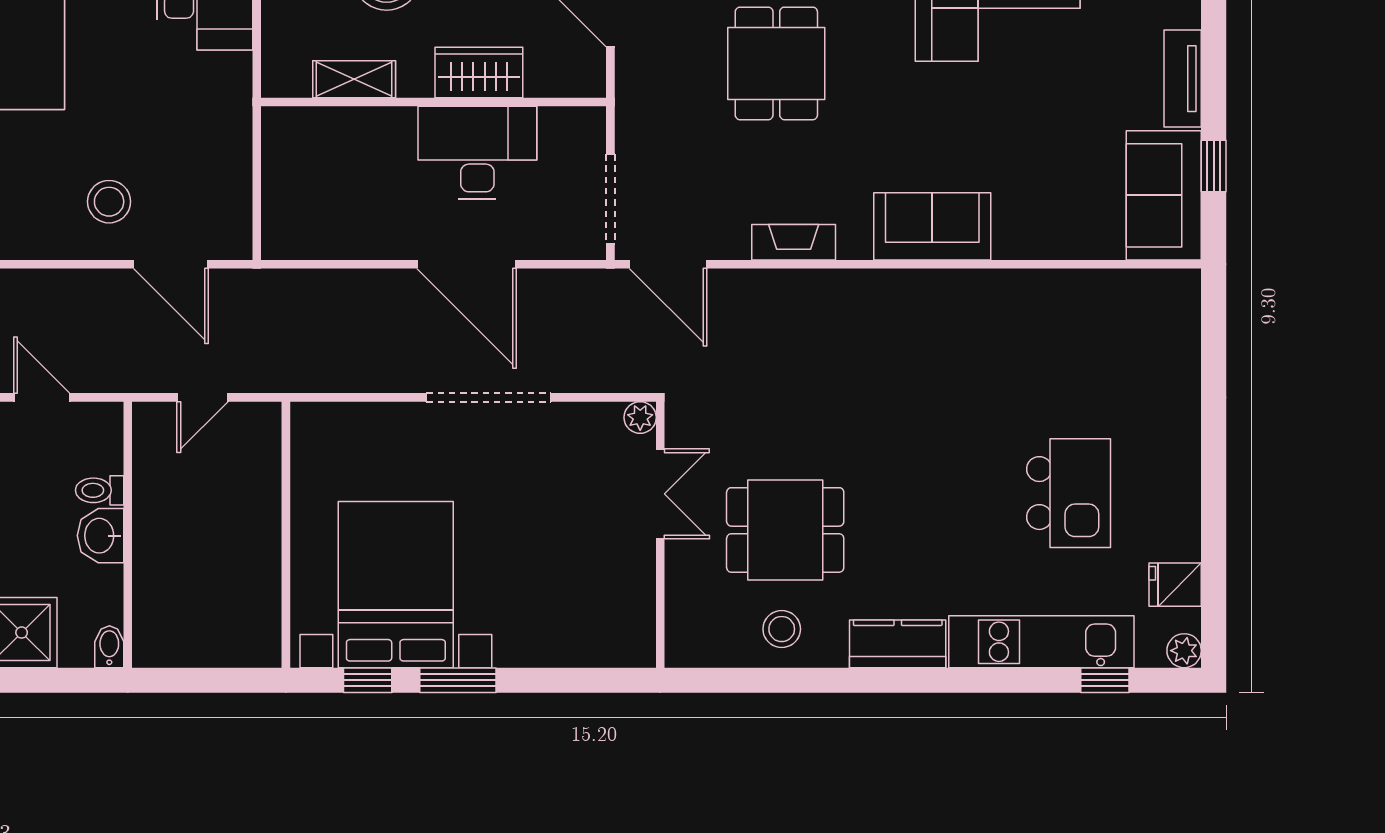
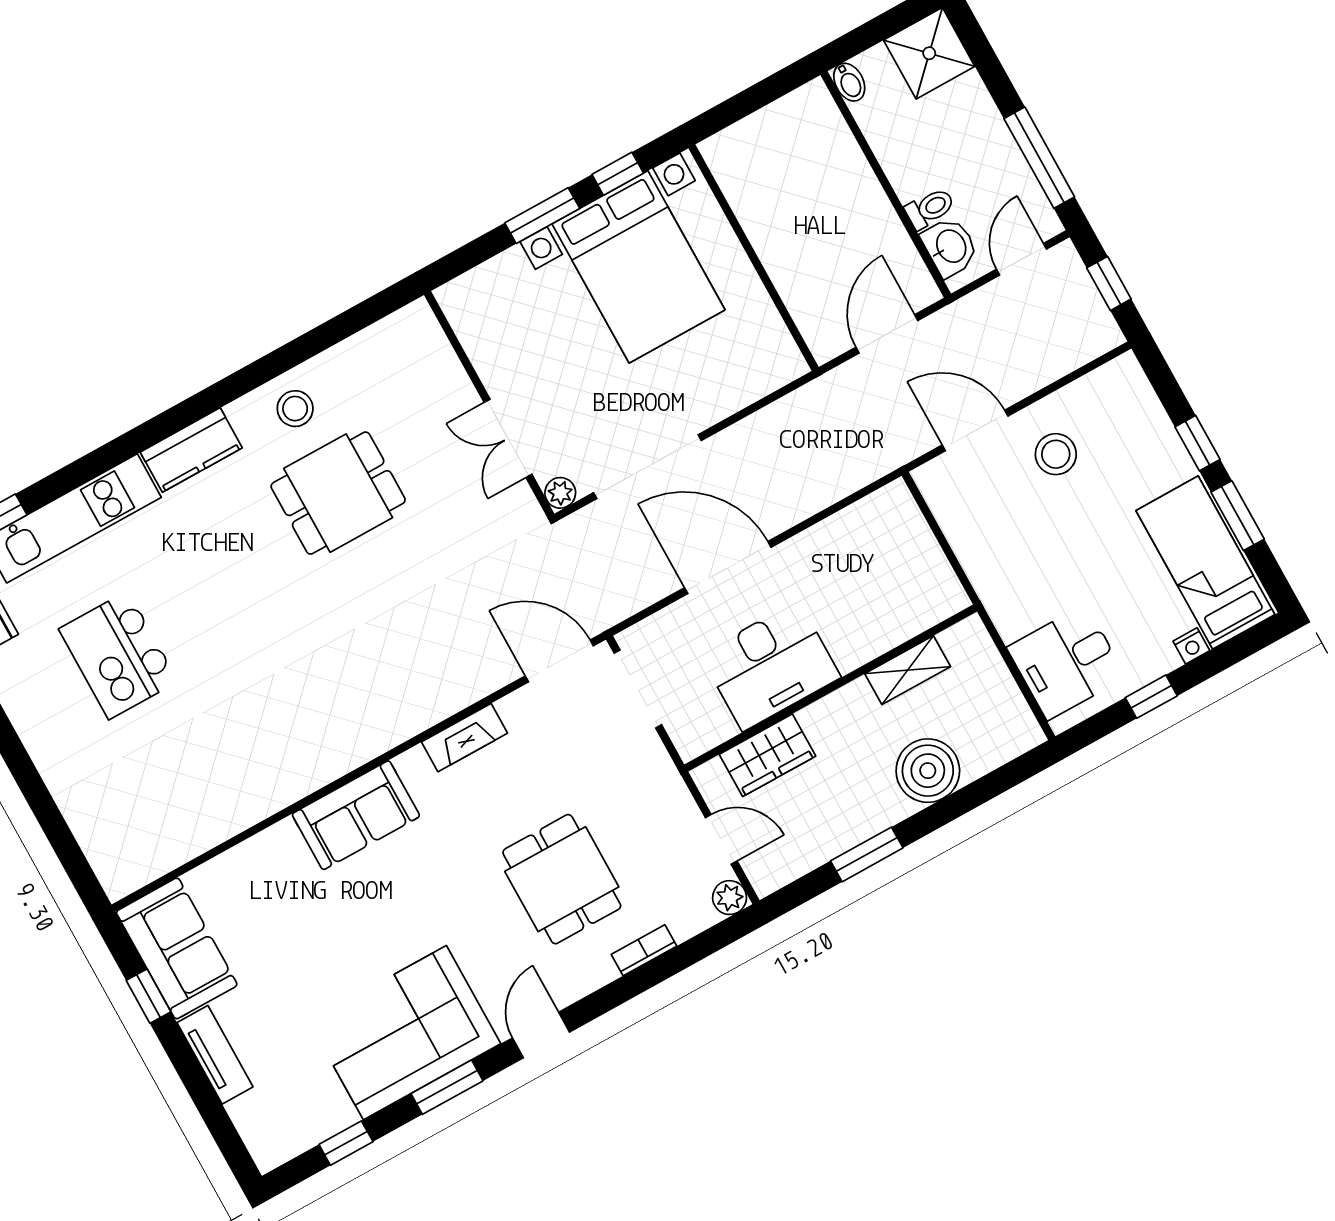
wardrobe: (479, 72) -> (768, 755), moved
door: (42, 397) -> (1021, 259), swing flipped
door: (203, 397) -> (887, 334), width x1.38
plant: (640, 417) -> (560, 493), moved
double door: (660, 494) -> (508, 438), moved
wall: (660, 535) -> (489, 404), moved
washbasin: (101, 536) -> (950, 247), moved

